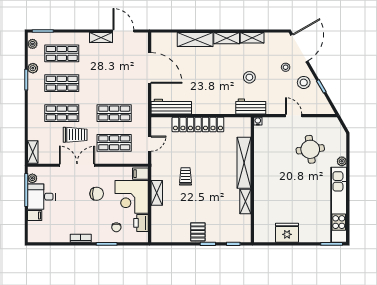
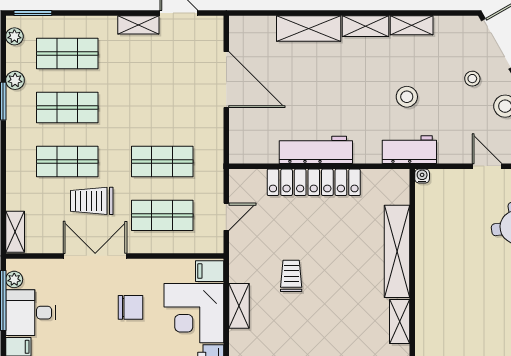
workbench: (171, 107) -> (316, 150), moved
trolley: (75, 135) -> (92, 201), turned 180

